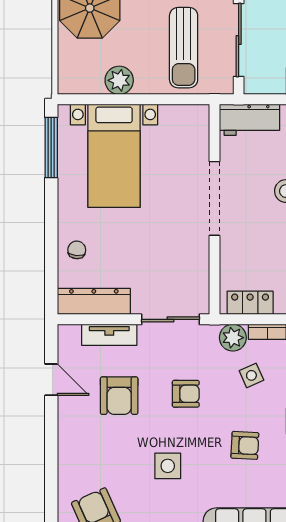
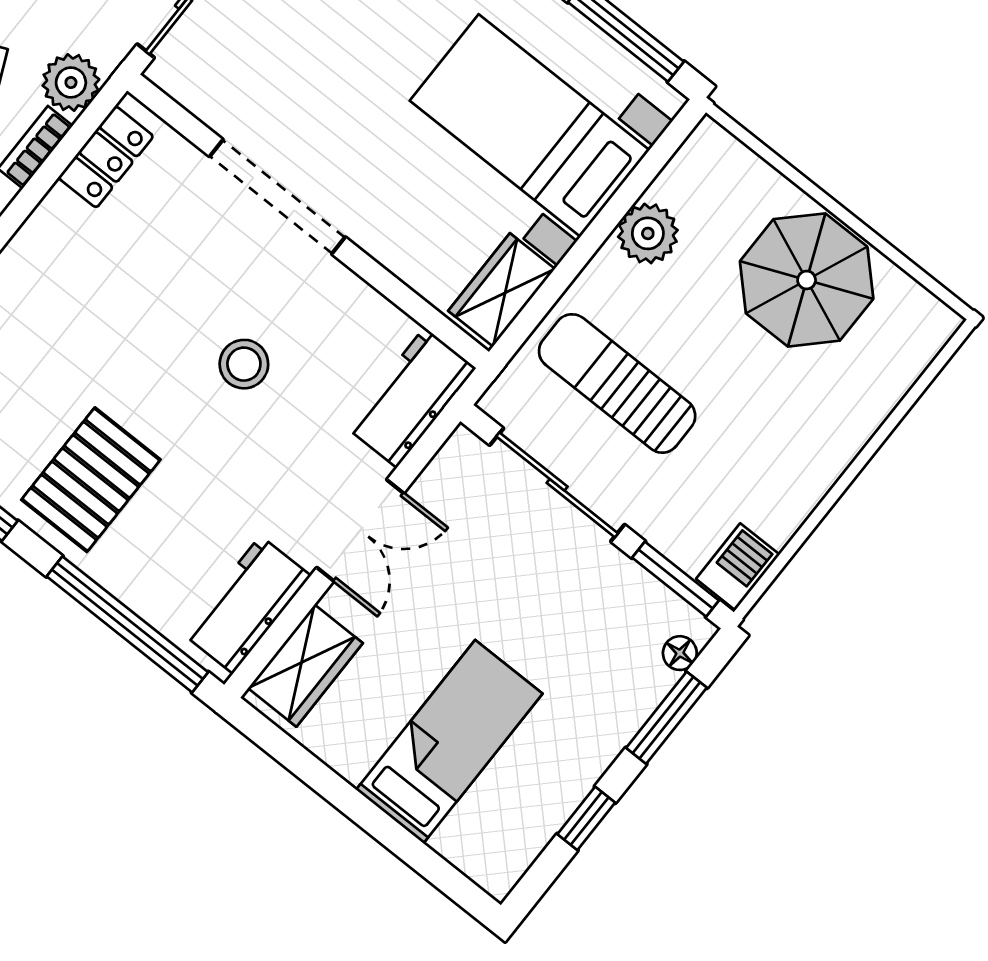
wardrobe: (183, 118) -> (502, 290), added
doorway: (214, 198) -> (277, 197), moved

